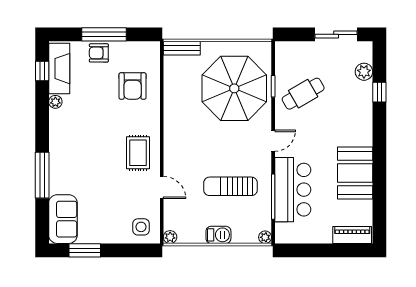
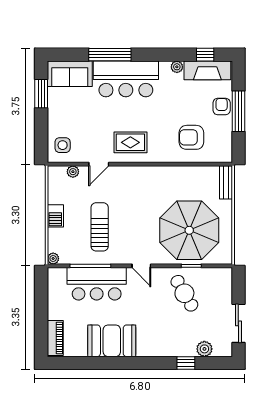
bar counter: (69, 158) -> (126, 79), added
plant: (170, 237) -> (73, 172), moved

